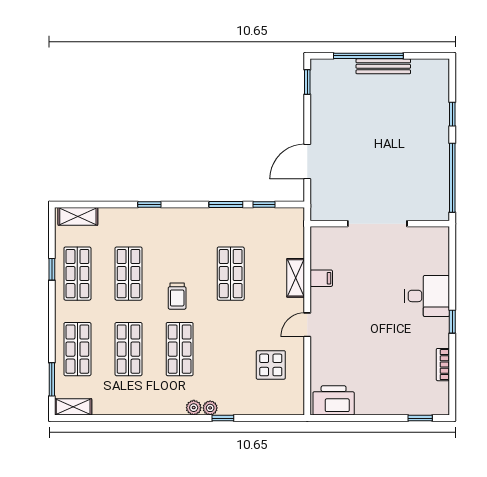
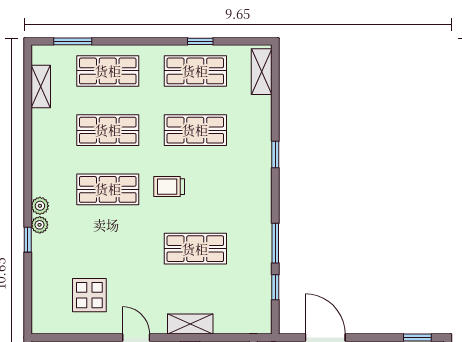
shelving: (73, 407) -> (41, 86), moved

